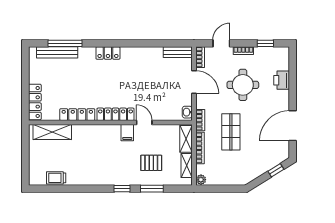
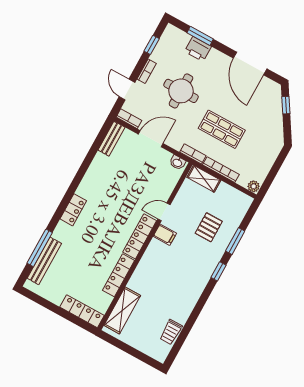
window: (293, 76) -> (200, 36), added
shelving: (187, 165) -> (231, 193), removed

